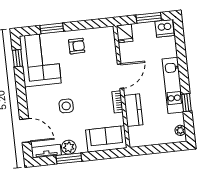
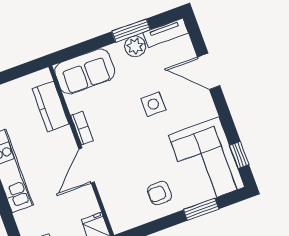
kitchen counter: (133, 110) -> (51, 106), moved
door: (25, 131) -> (209, 71), moved

